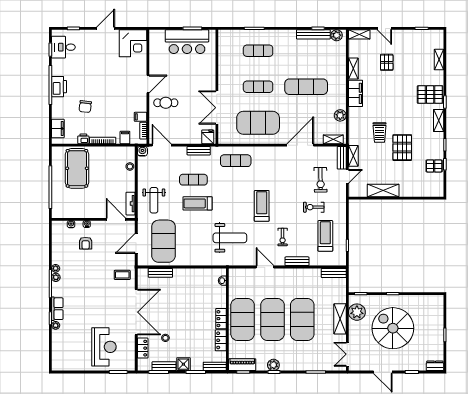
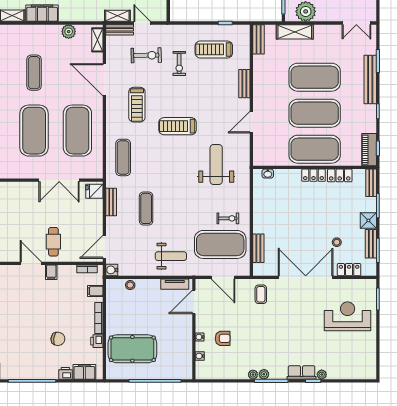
printer: (59, 87) -> (65, 373), moved, width x0.53, depth x0.68
exercise mat: (258, 87) -> (34, 131), width x2.00, depth x1.45
exercise mat: (306, 87) -> (34, 73), width x0.73, depth x0.69
filing cabinet: (141, 117) -> (51, 272), moved
treadmill: (198, 203) -> (137, 105), moved
exercise bike: (283, 237) -> (228, 218), moved
shelving: (340, 319) -> (295, 32), moved
plant: (273, 365) -> (369, 112), removed
bench: (300, 366) -> (370, 80), added

